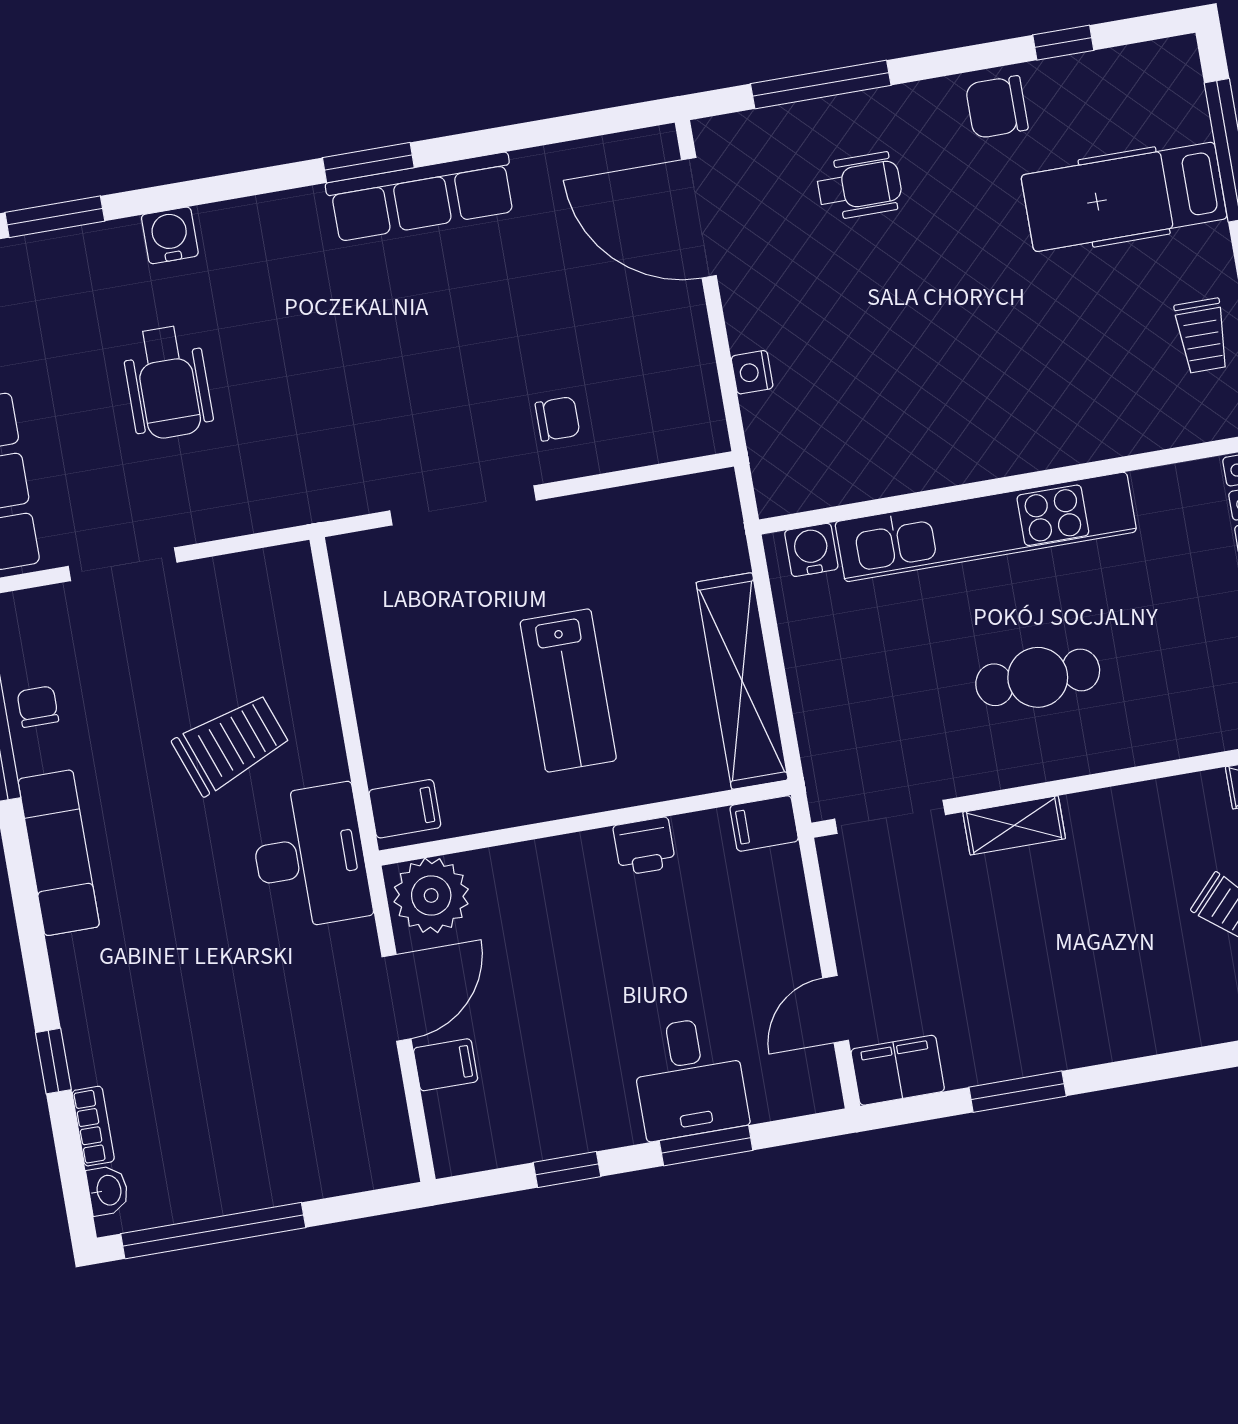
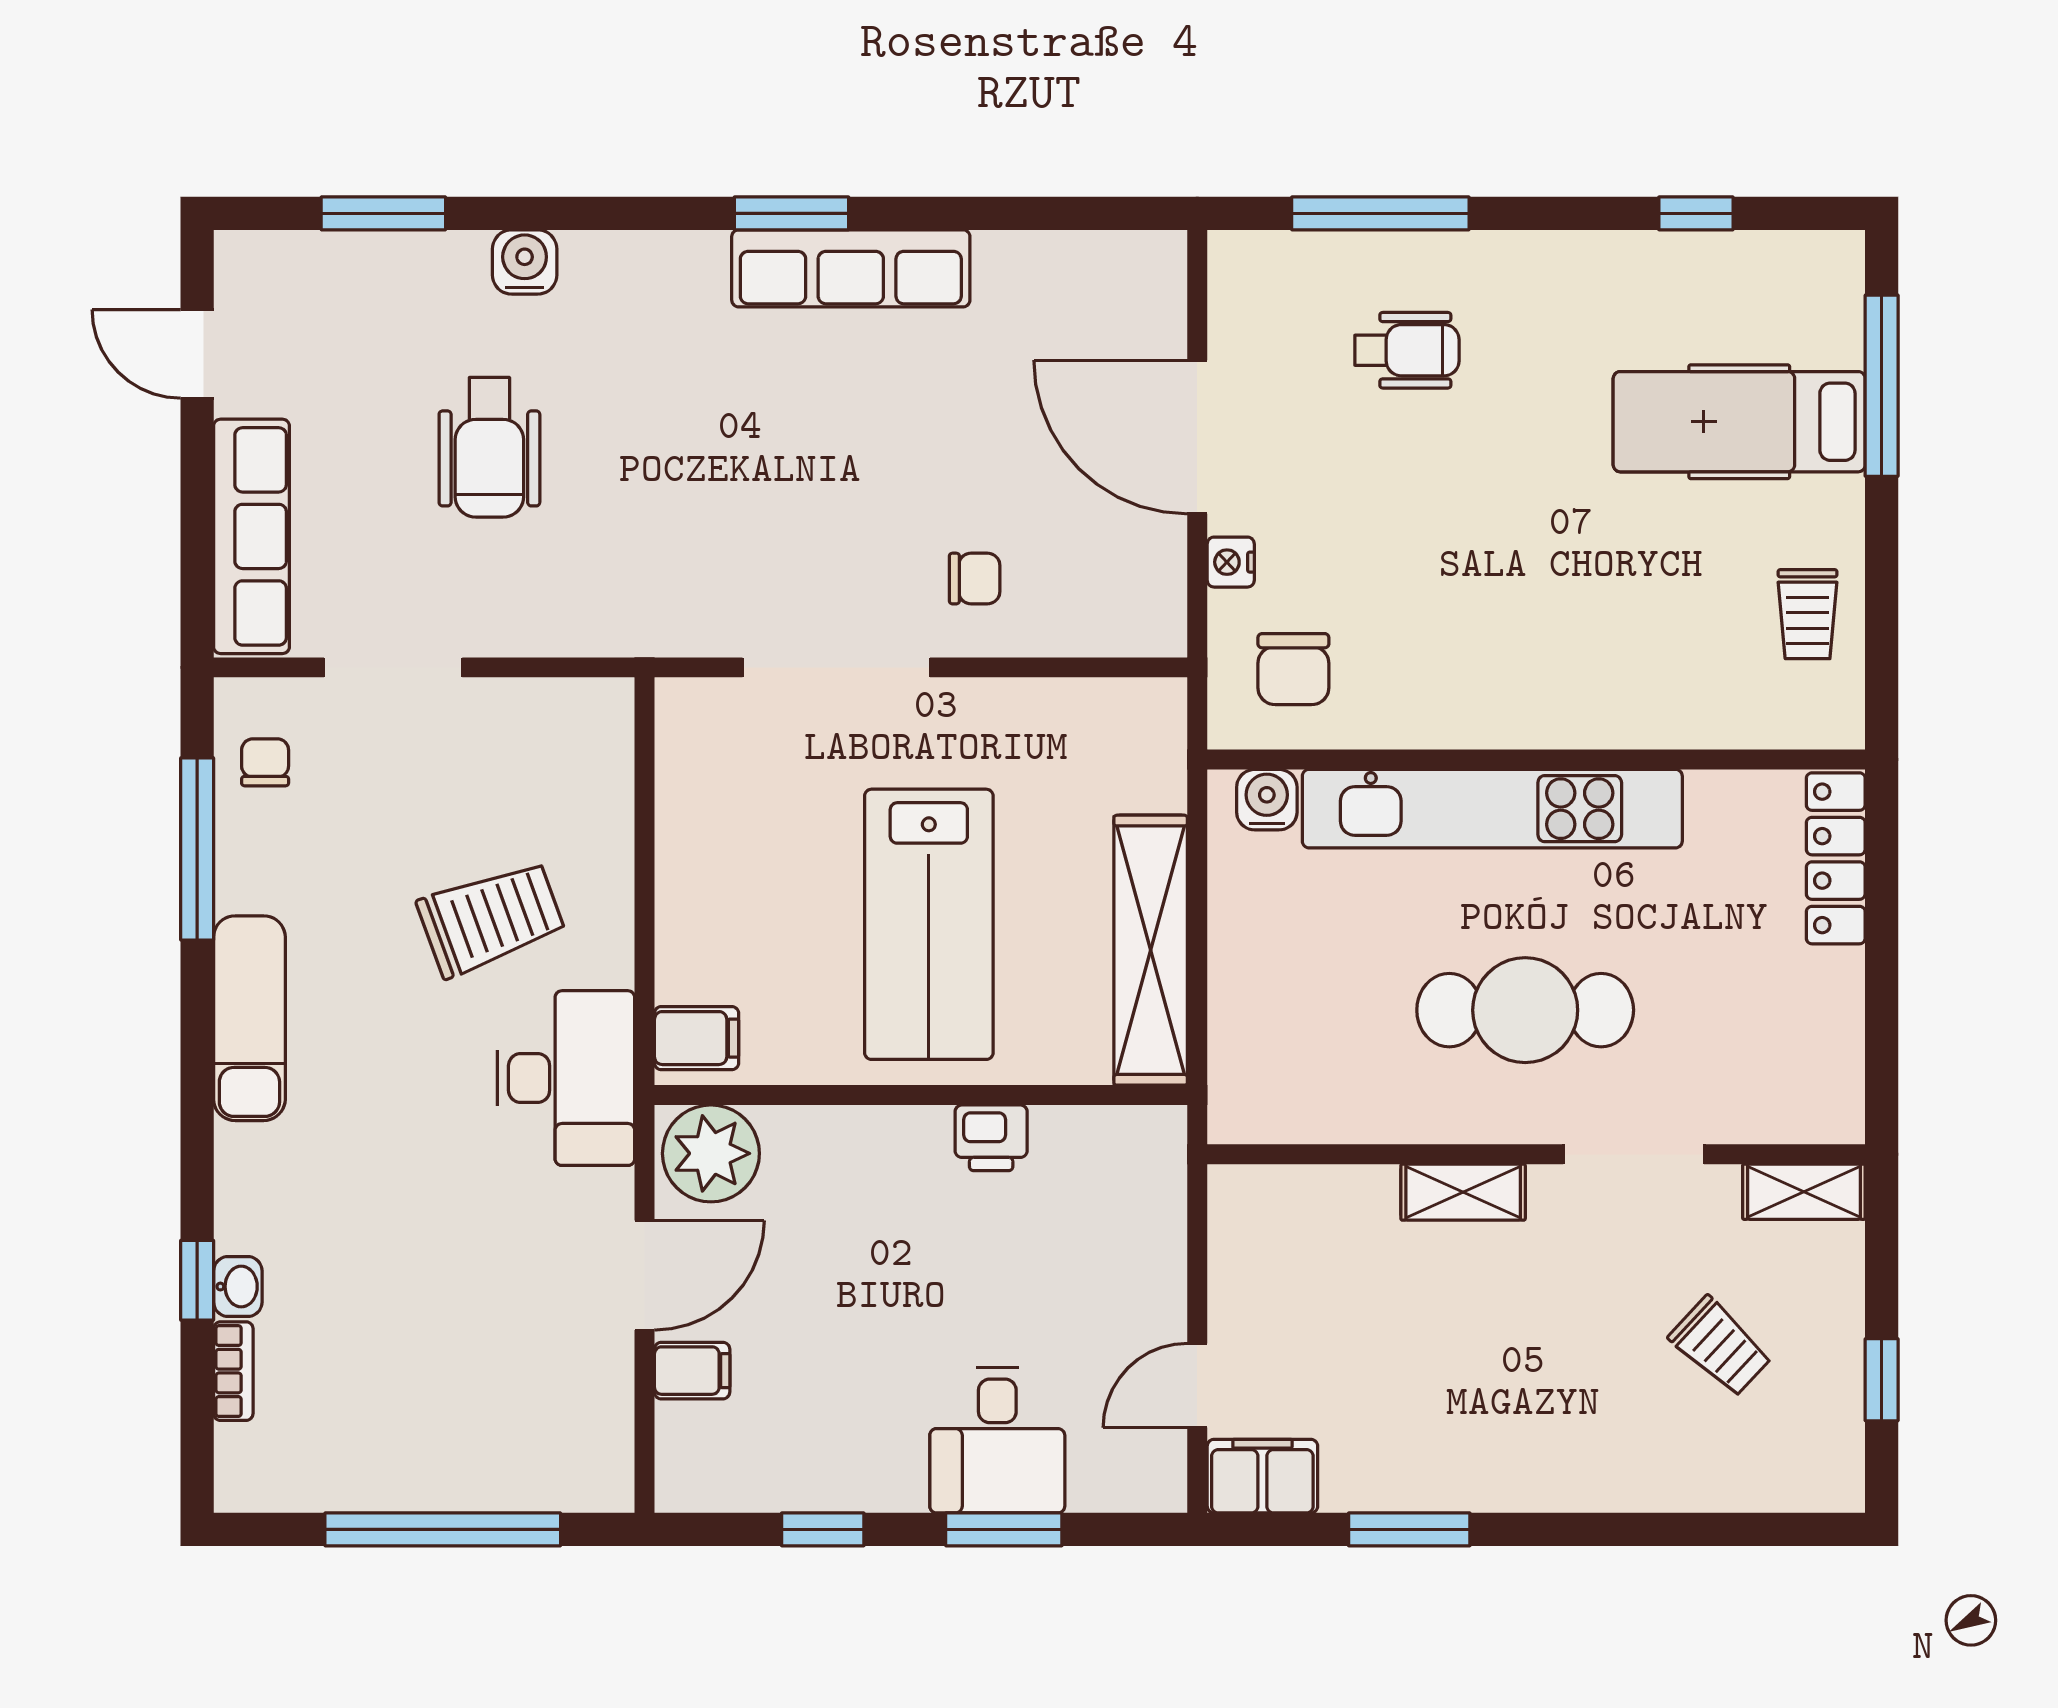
chair: (997, 107) -> (1293, 669), moved, turned -90
door: (699, 218) -> (1197, 437), moved
cafe table: (1038, 677) -> (1525, 1010), width x1.37, depth x1.35
lab bench: (568, 691) -> (929, 924), width x1.36, depth x1.39
chair: (38, 707) -> (265, 762), moved
doorway: (890, 817) -> (1634, 1154), moved
filing cabinet: (764, 823) -> (1147, 1135), removed
washbasin: (108, 1190) -> (238, 1287), moved
window: (213, 1231) -> (443, 1529), moved

